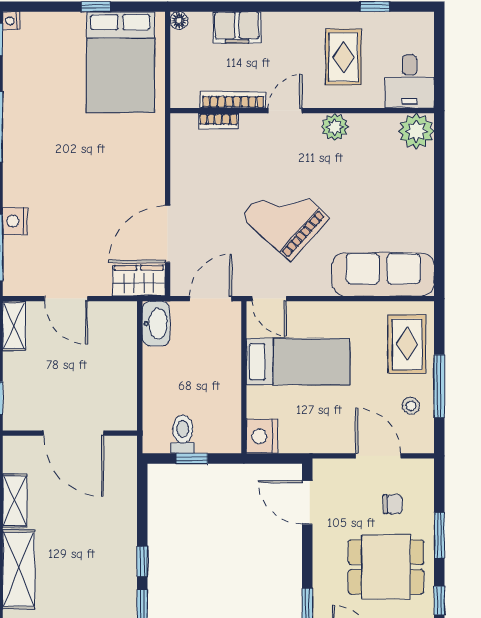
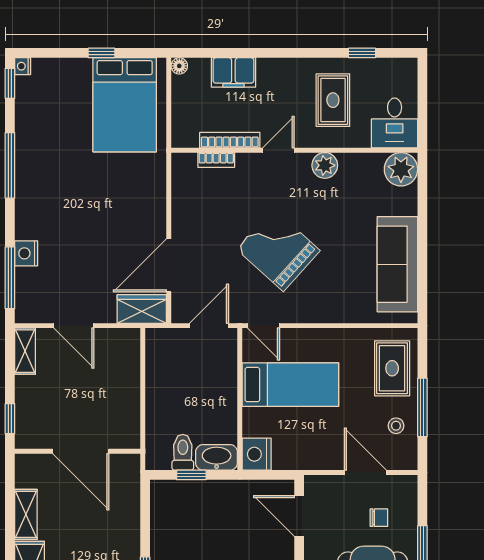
sofa: (383, 274) -> (397, 264), moved, turned -90
washbasin: (156, 324) -> (217, 457), moved, turned -90

